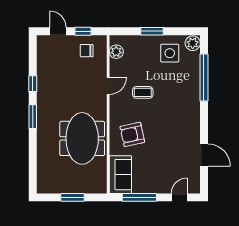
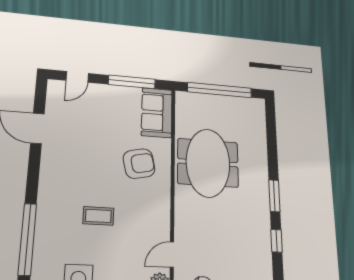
door: (108, 86) -> (172, 255), moved
coffee table: (143, 92) -> (98, 216), moved
window: (72, 197) -> (220, 90), width x2.11

